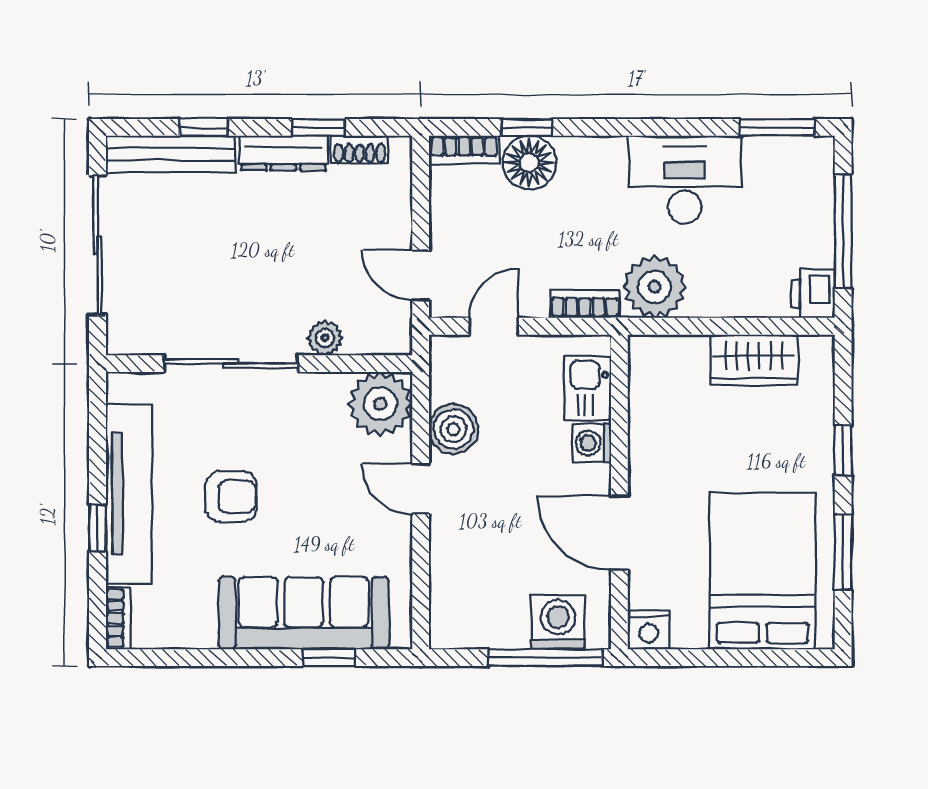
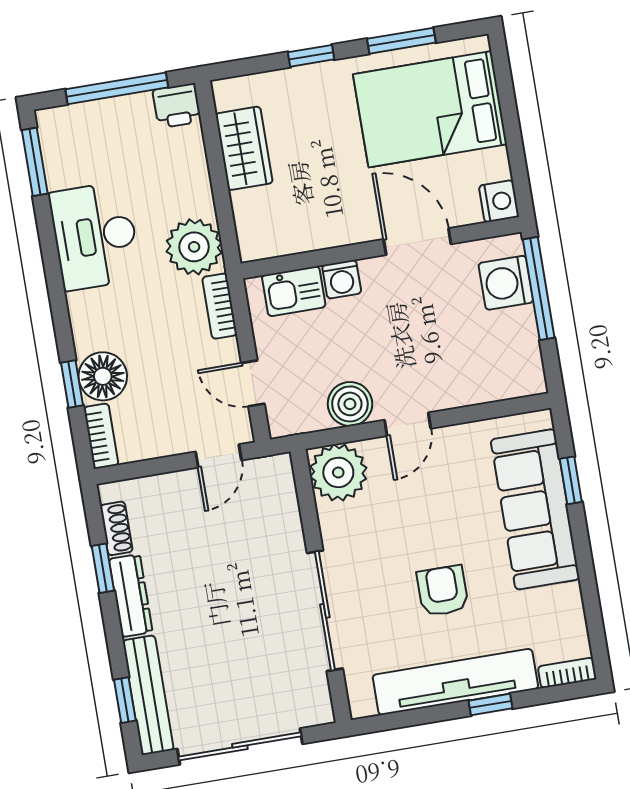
window: (204, 127) -> (125, 700), moved
plant: (325, 338) -> (288, 531), removed
door: (619, 533) -> (417, 242), swing flipped

